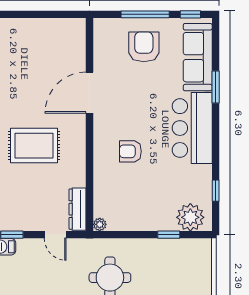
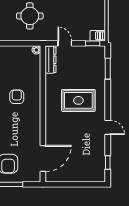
door: (89, 93) -> (43, 159), moved
armchair: (130, 151) -> (17, 97), turned -90

